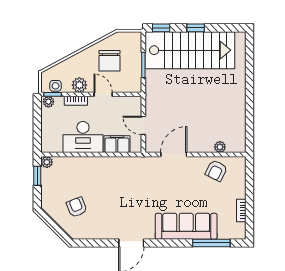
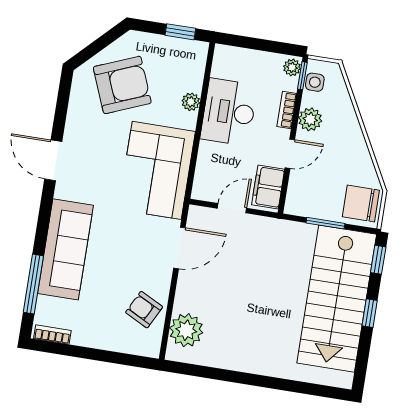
chair: (110, 61) -> (361, 203), moved
filing cabinet: (117, 144) -> (268, 187), moved, turned 180
plant: (220, 147) -> (186, 330), width x1.88, depth x1.88
door: (174, 155) -> (179, 248), hinge flipped
plant: (47, 162) -> (191, 102), moved
corner sofa: (127, 177) -> (157, 170), added
armchair: (77, 207) -> (122, 85), width x1.88, depth x1.88
bookcase: (241, 210) -> (52, 335), moved

